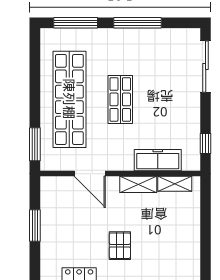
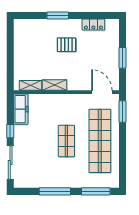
window: (206, 144) -> (10, 131), moved
freezer: (158, 160) -> (21, 109), moved, turned -90
door: (90, 174) -> (102, 92), moved
pallet: (120, 246) -> (67, 45), turned 90

